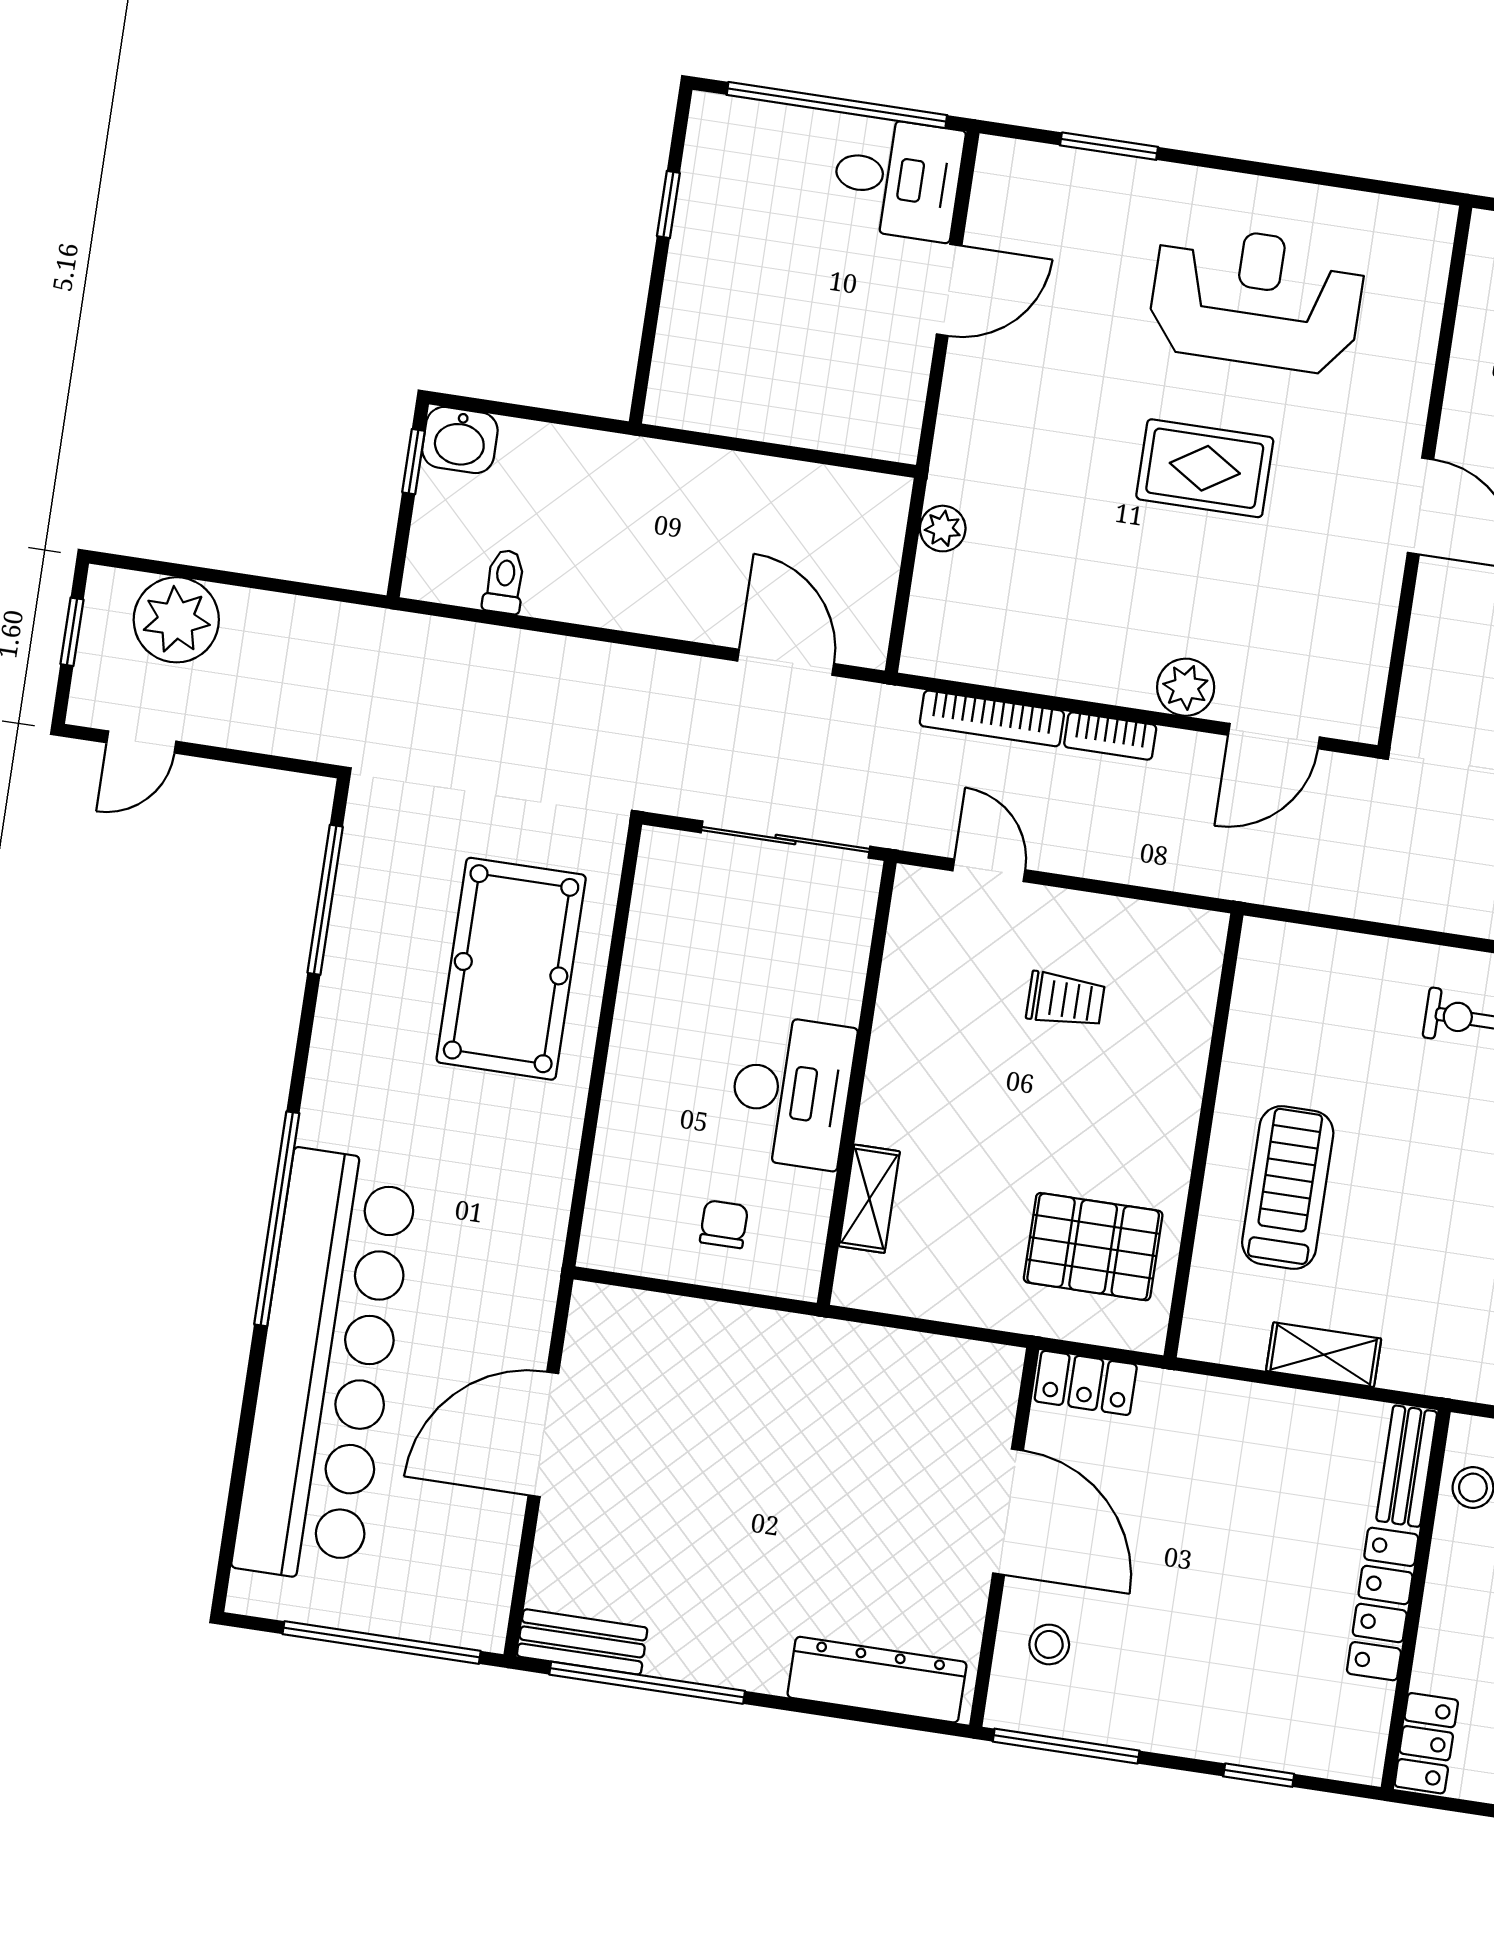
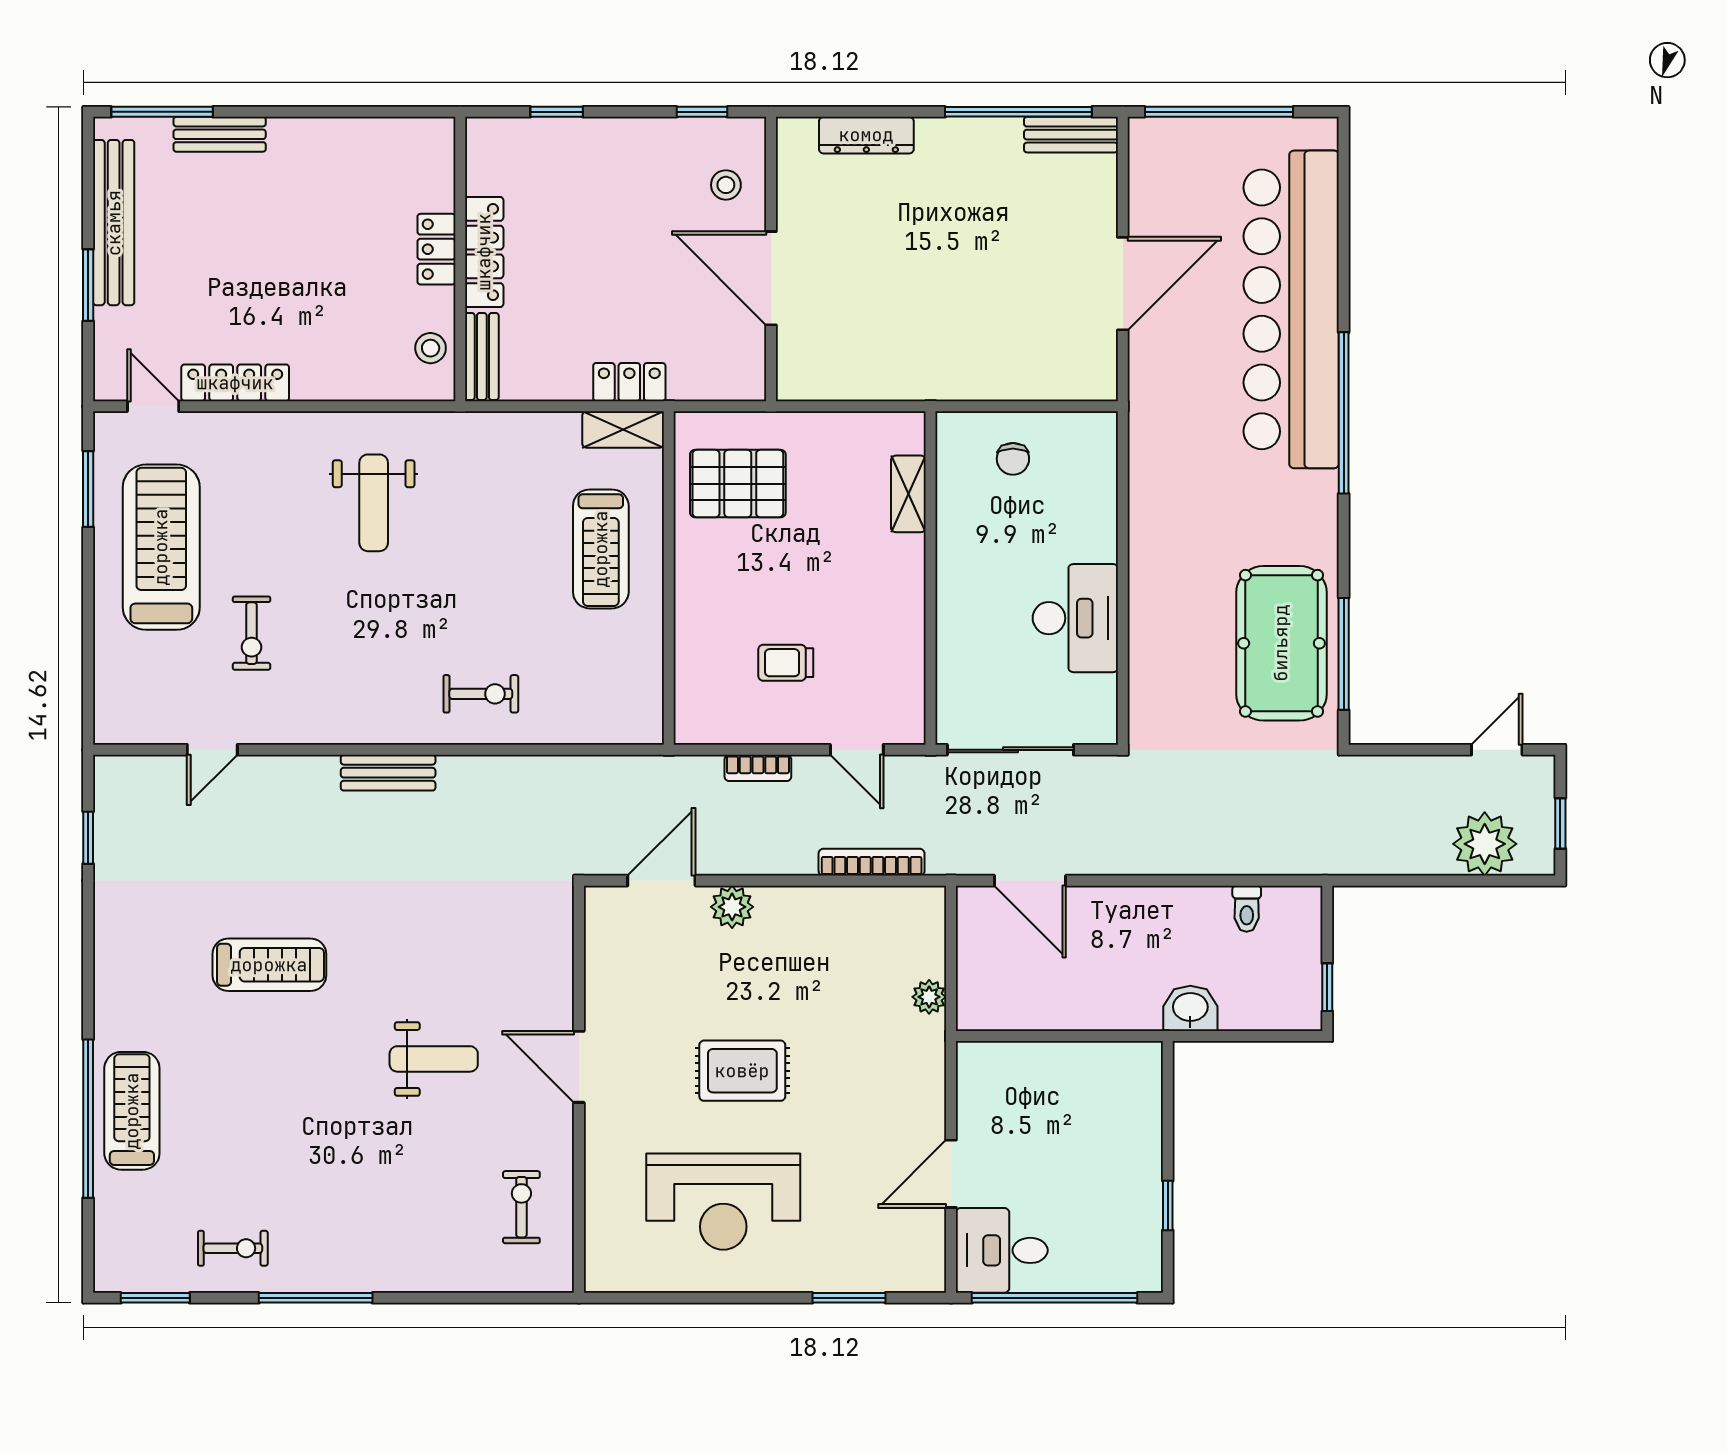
washbasin: (460, 440) -> (1190, 1008), moved
bookcase: (1110, 736) -> (758, 768), moved, turned 180
pool table: (511, 969) -> (1281, 643), moved
desk: (791, 1092) -> (1075, 618), moved, turned 180
shelving: (1324, 1355) -> (623, 430), moved
locker: (1086, 1383) -> (629, 382), moved
dresser: (877, 1680) -> (866, 135), width x0.73, depth x0.80
locker: (1426, 1743) -> (436, 249), moved
window: (1066, 1746) -> (702, 112), width x0.46

